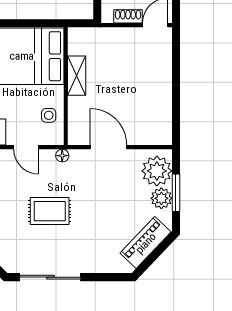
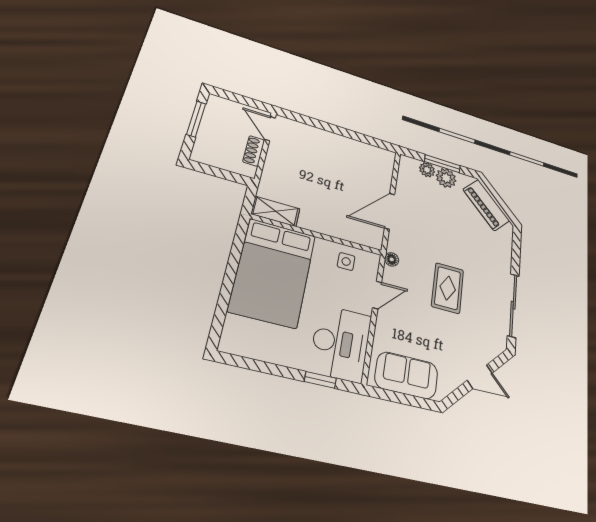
shelving: (77, 76) -> (276, 211), moved
plant: (157, 171) -> (427, 170), width x0.53, depth x0.53

